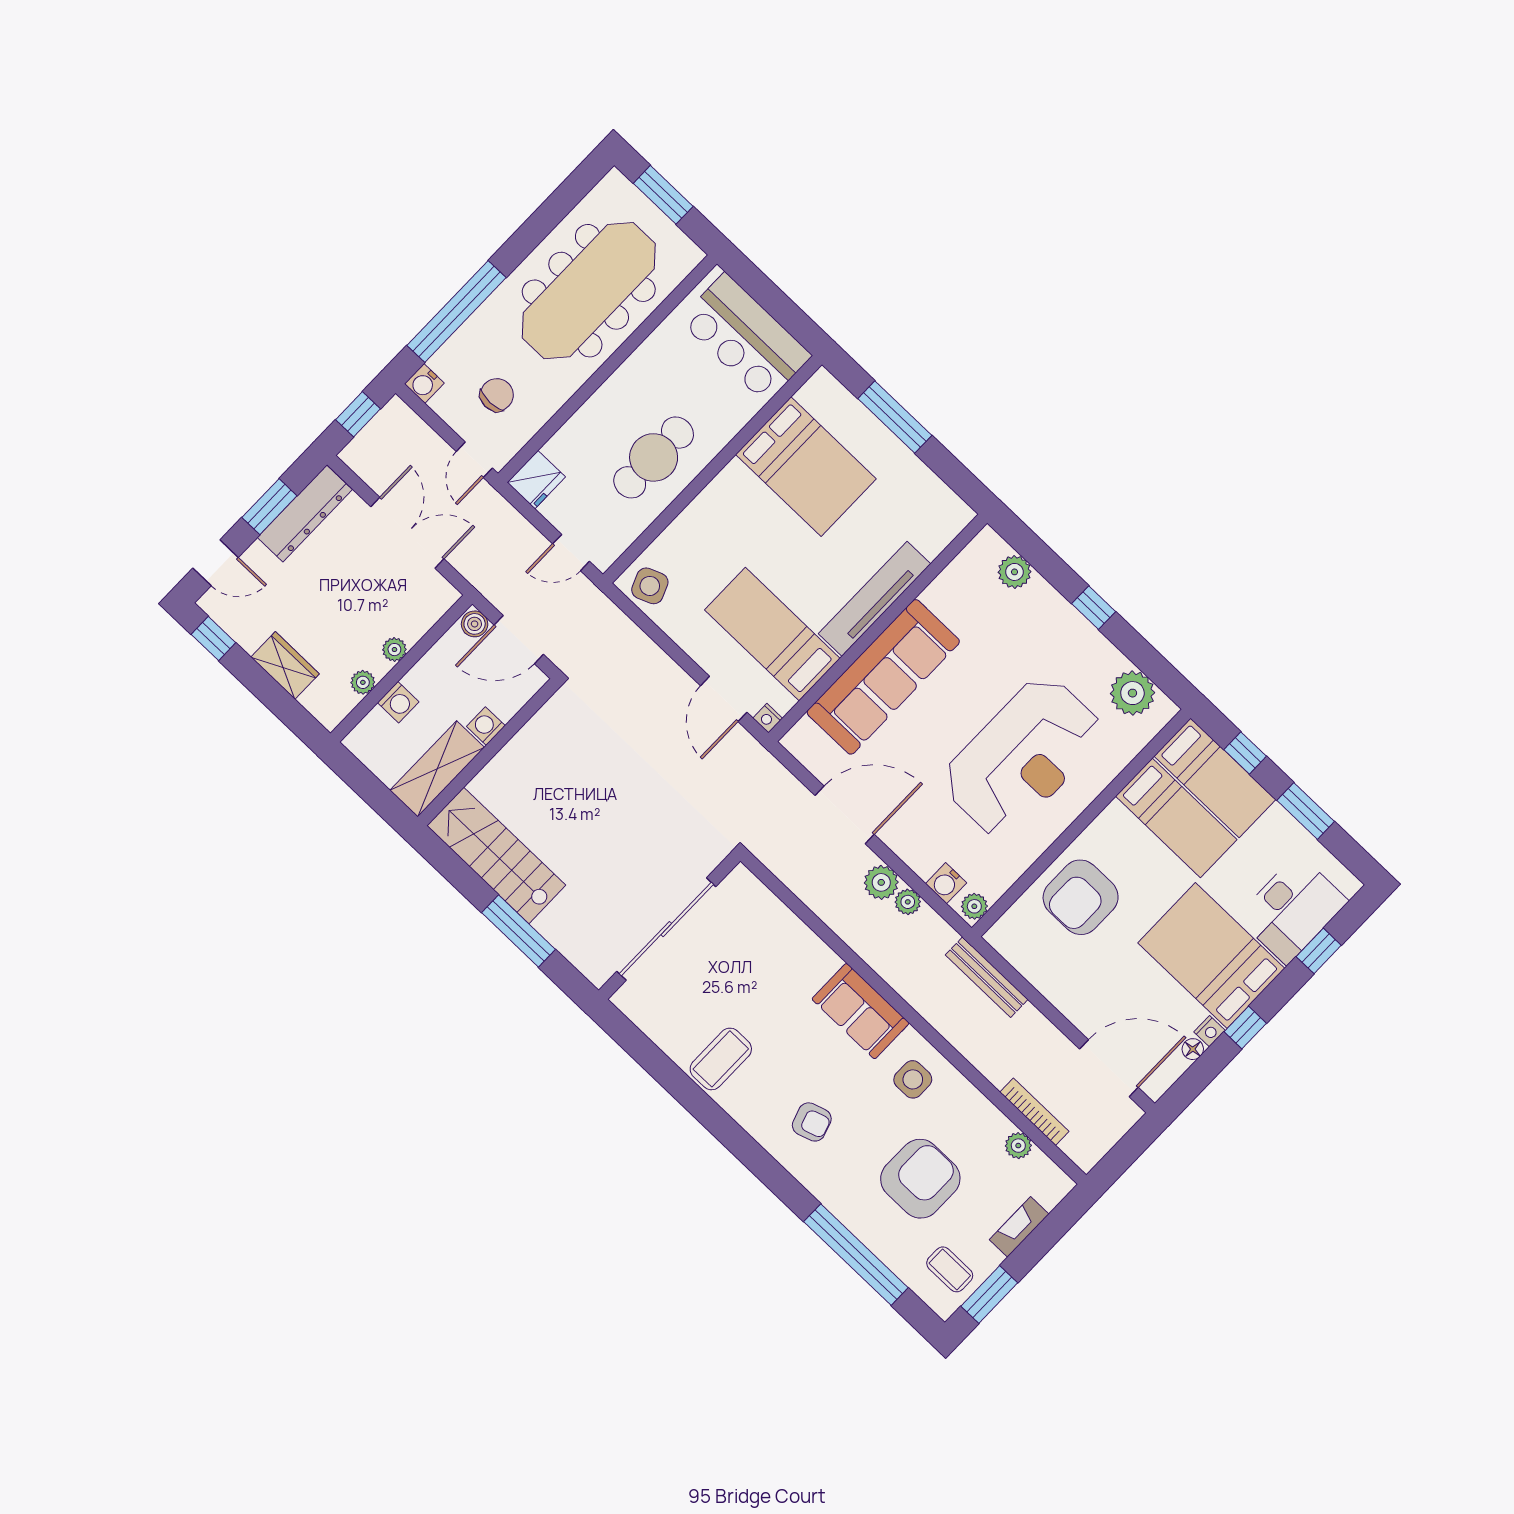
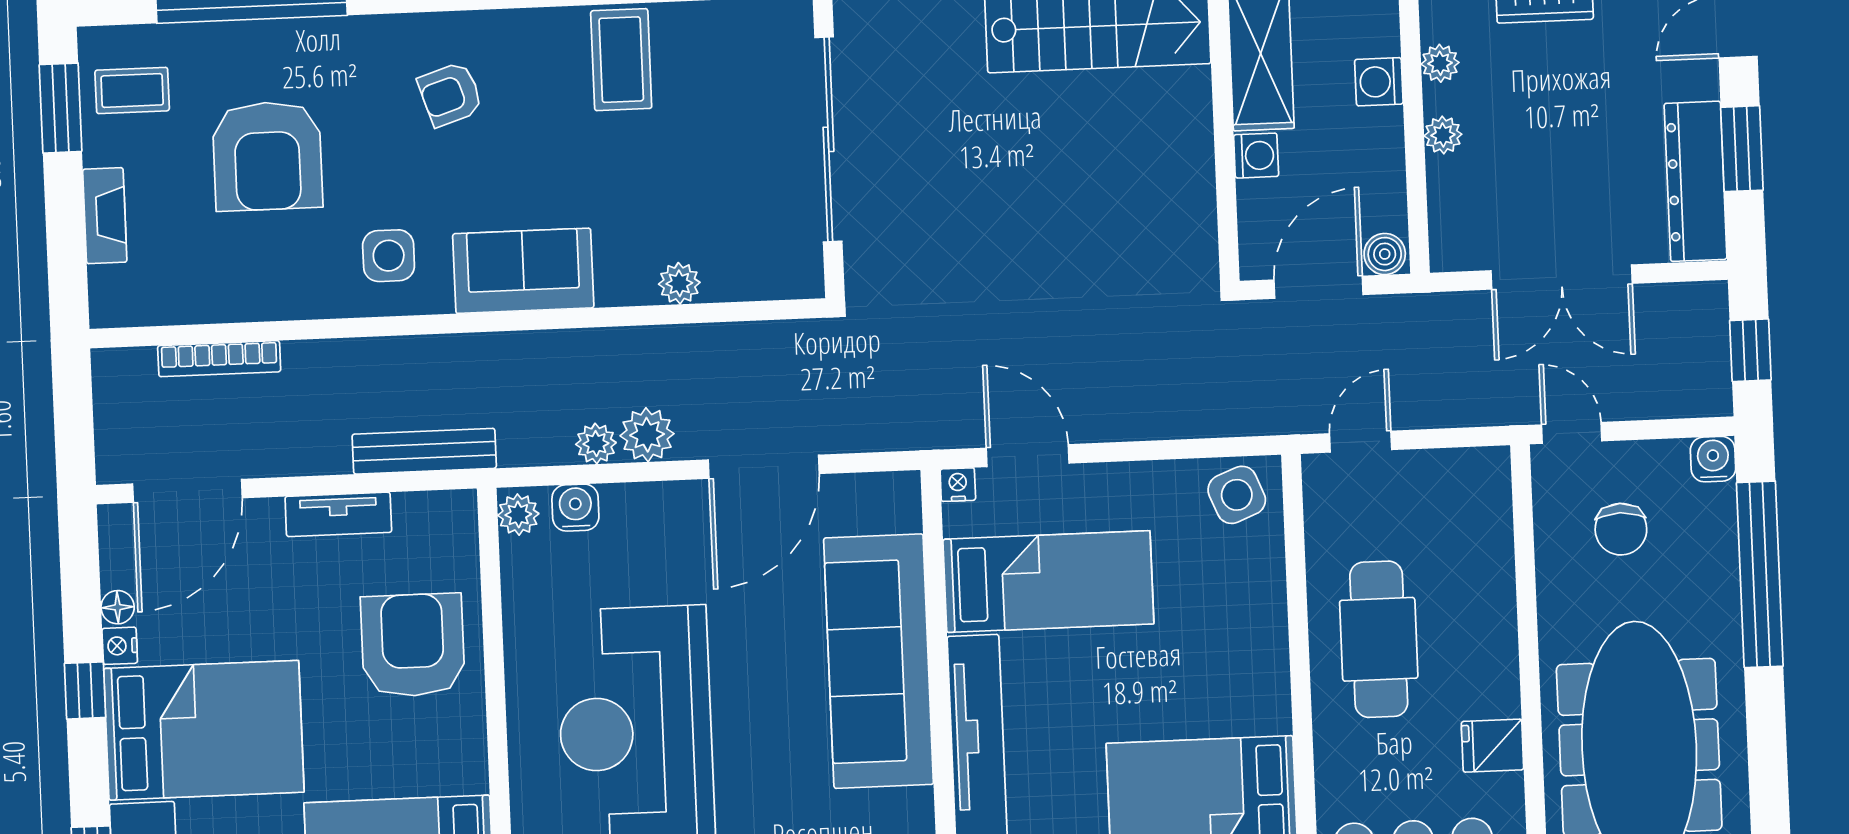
fridge: (536, 480) -> (1492, 746), moved, width x0.72
tv unit: (1053, 989) -> (338, 514), added
plant: (1018, 1146) -> (679, 283), moved

